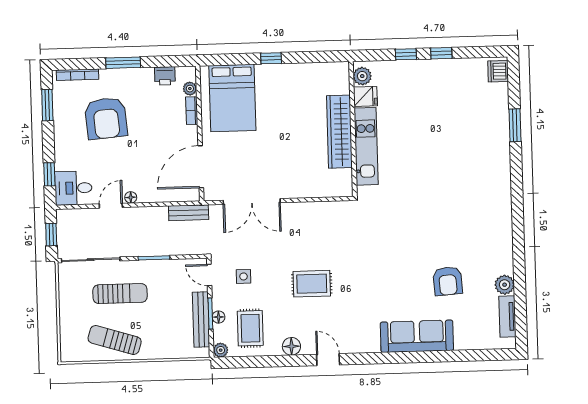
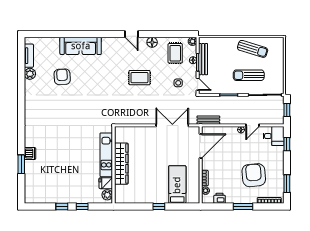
dishwasher: (498, 71) -> (30, 153), moved
bed: (232, 98) -> (177, 185), width x0.67

